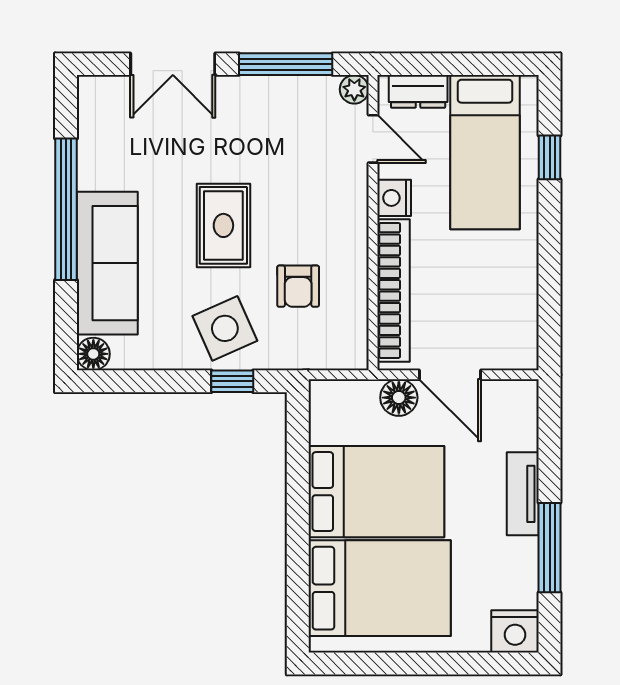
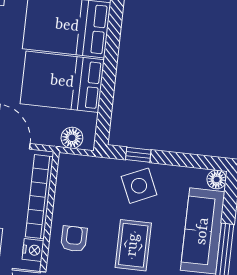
armchair: (298, 286) -> (74, 239), moved
floor lamp: (399, 398) -> (72, 138), moved

